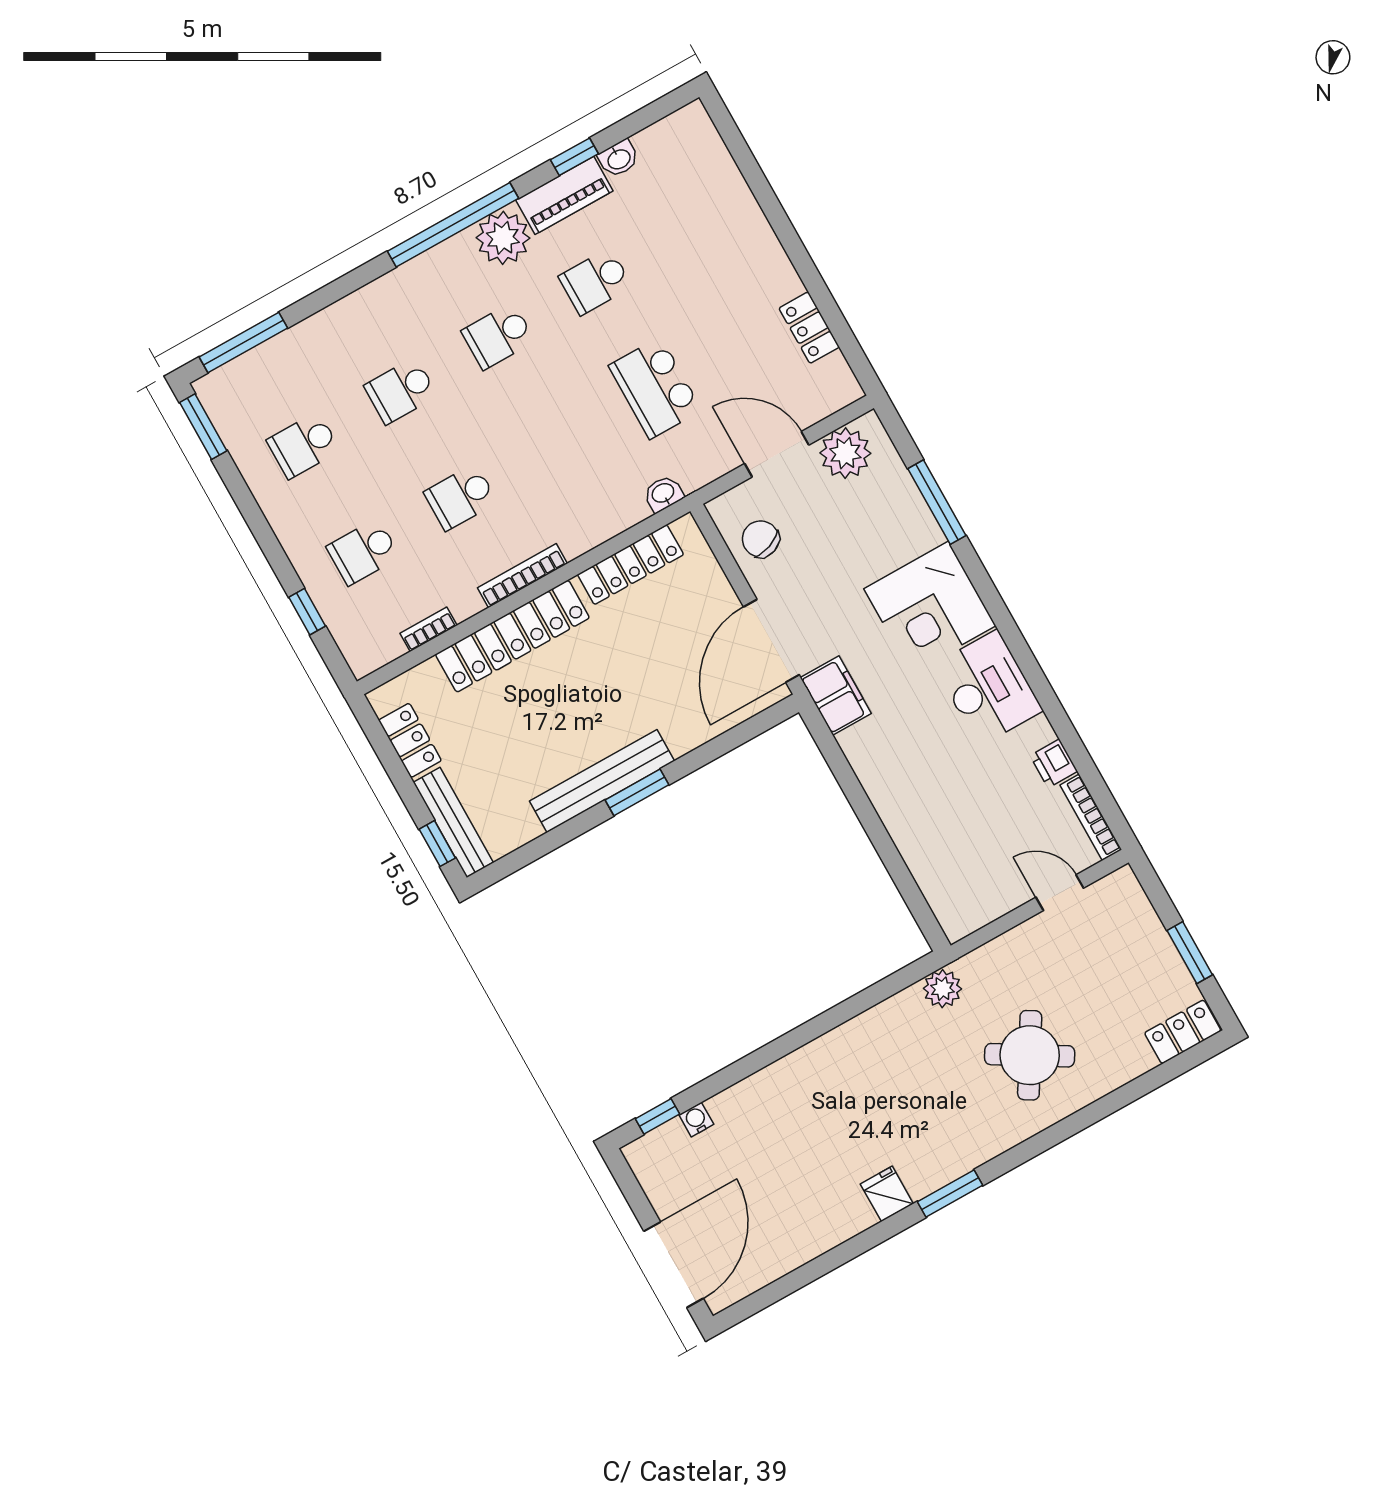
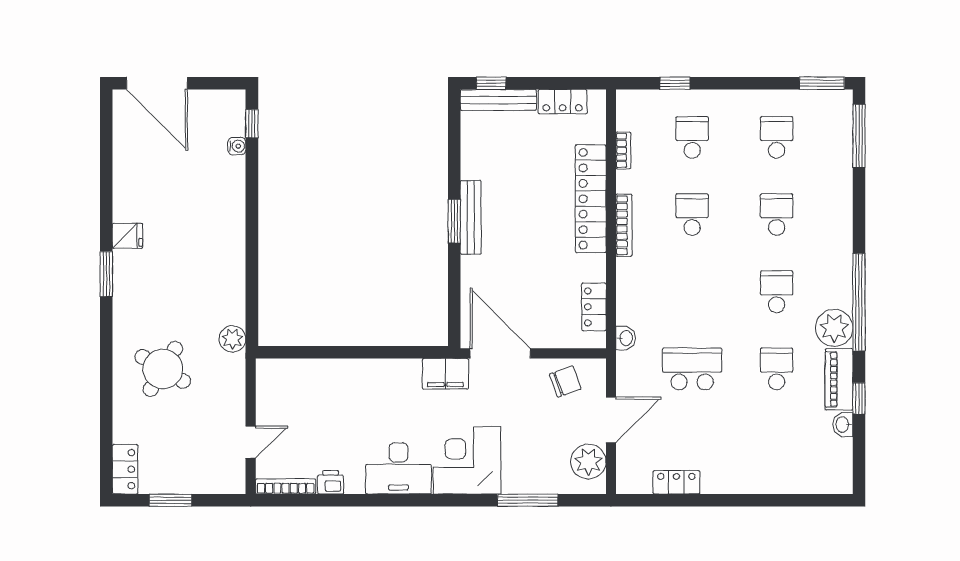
locker: (631, 565) -> (594, 307), width x0.66
bench: (602, 781) -> (471, 217), width x0.73, depth x0.82

